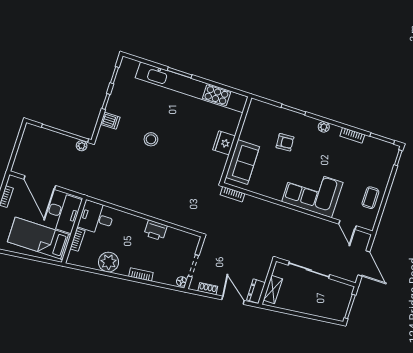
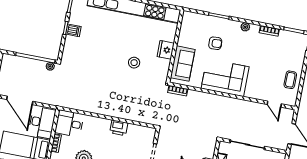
dishwasher: (110, 121) -> (73, 30), moved
stool: (151, 139) -> (134, 63), moved
corner sofa: (312, 192) -> (225, 78), moved

